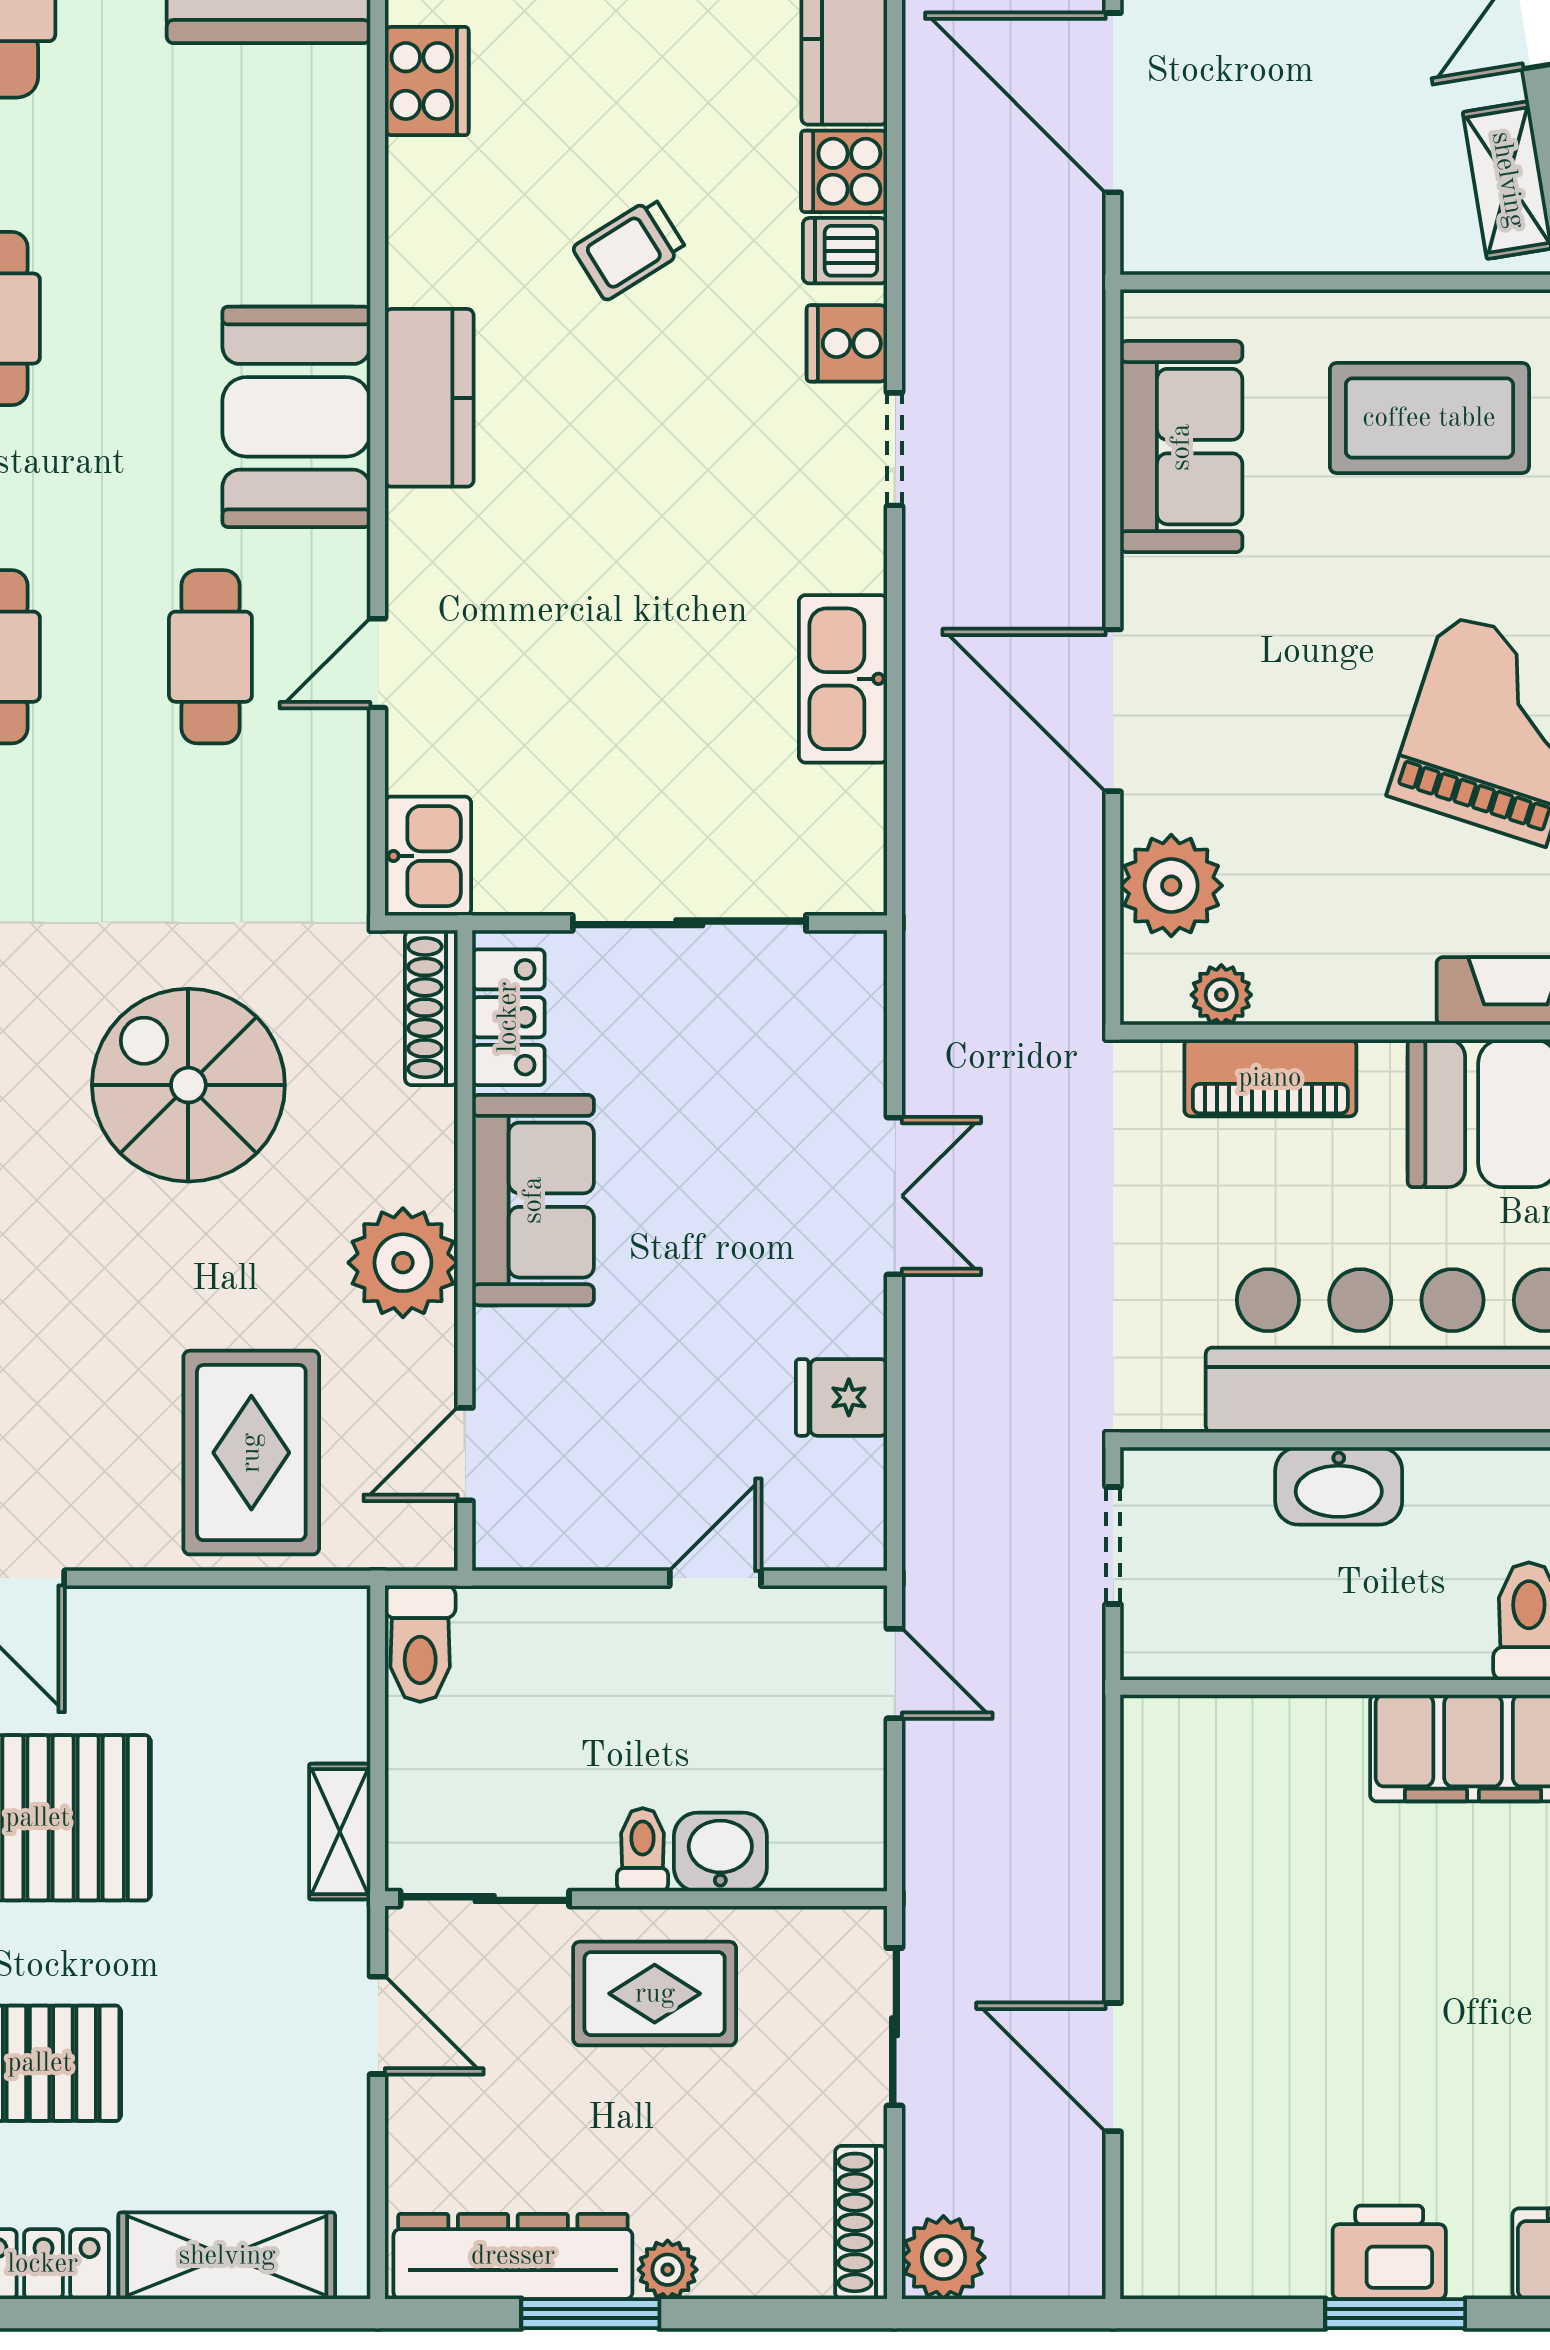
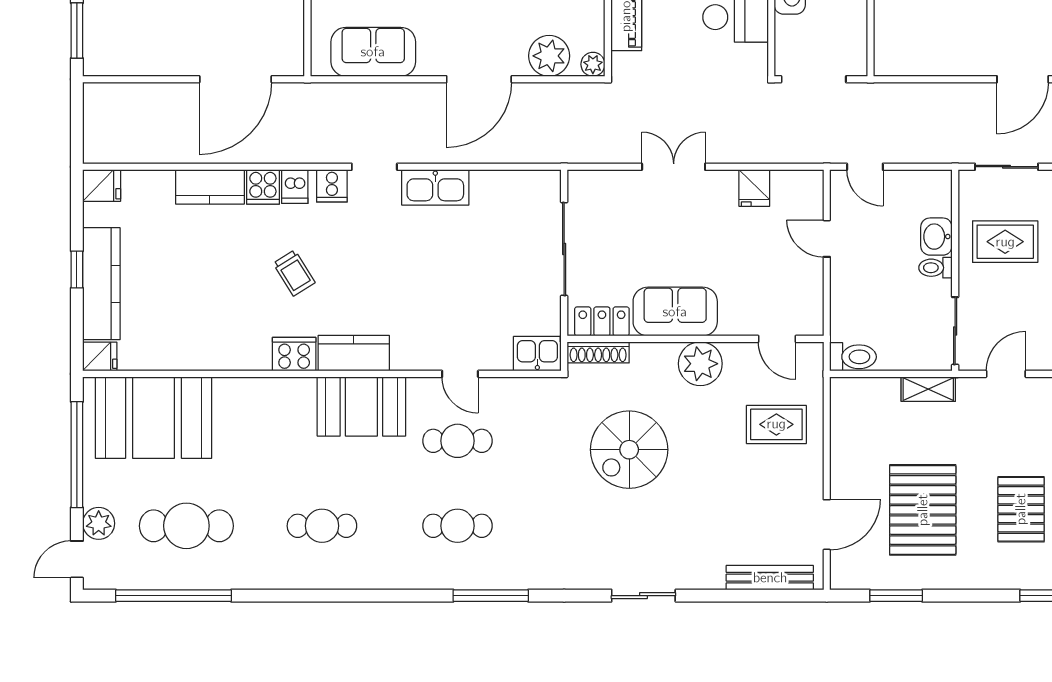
cooker: (427, 81) -> (294, 354), moved
kitchen sink: (843, 679) -> (435, 187), moved
plant: (1221, 995) -> (593, 64), moved
rug: (251, 1453) -> (776, 424), width x0.73, depth x0.70
doorway: (1113, 1545) -> (814, 79), width x1.38
door: (895, 1674) -> (865, 167), swing flipped
rug: (655, 1994) -> (1005, 242), moved, turned 90

